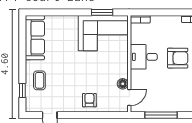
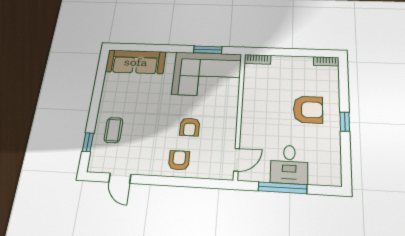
sofa: (35, 38) -> (136, 62), moved, turned 90
desk: (144, 57) -> (289, 164), moved, turned -90
armchair: (94, 75) -> (190, 127), added
floor lamp: (123, 84) -> (228, 140), removed

